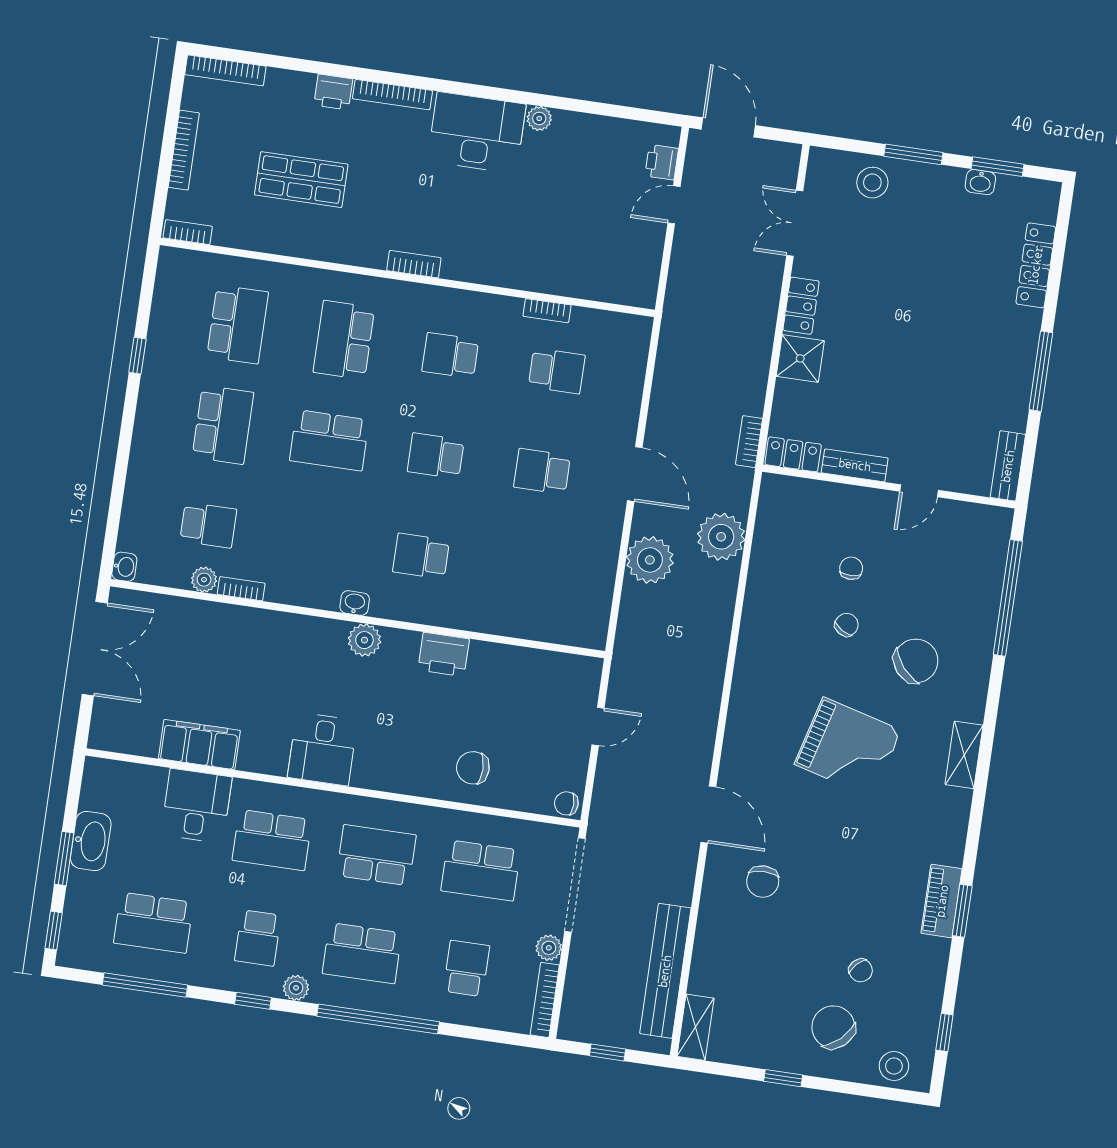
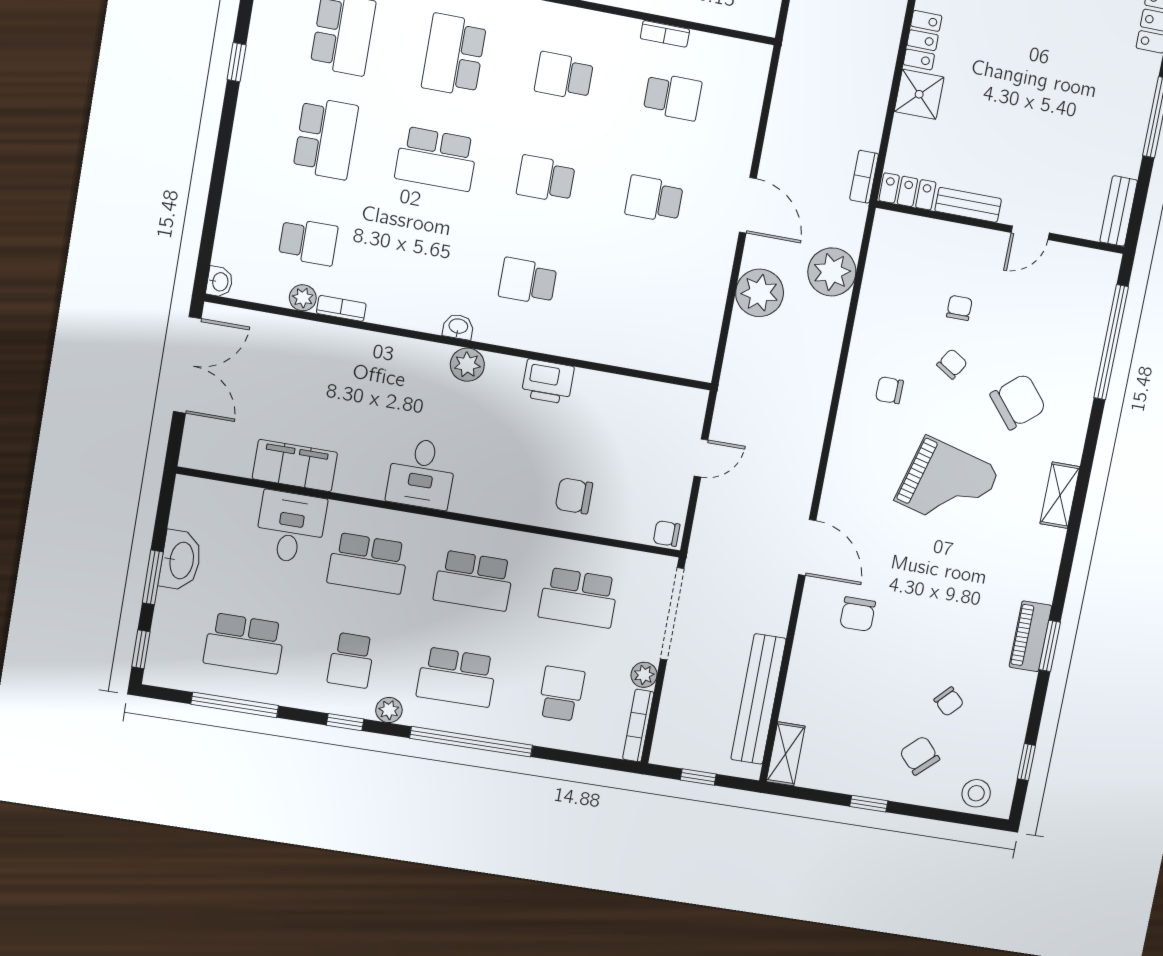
chair: (784, 653) -> (889, 390), added
school desk: (376, 855) -> (474, 581), turned 180
chair: (833, 1027) -> (920, 755), width x0.73, depth x0.73

